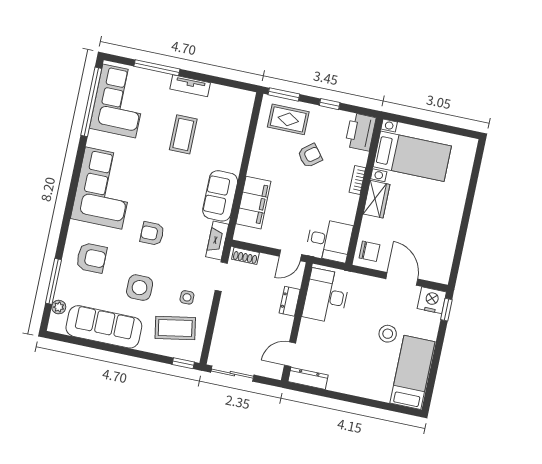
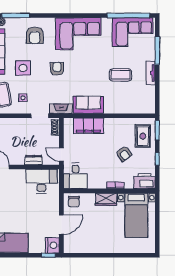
stool: (388, 334) -> (27, 223), removed

